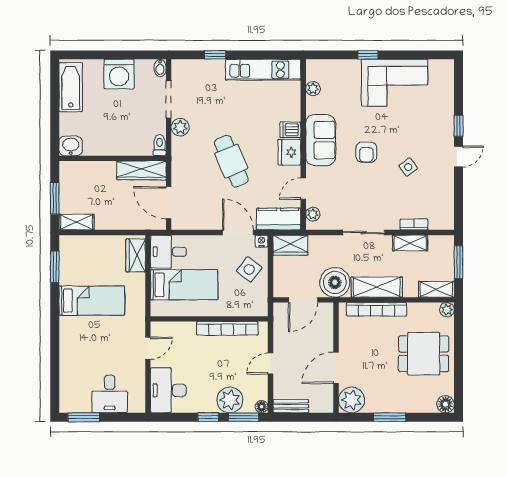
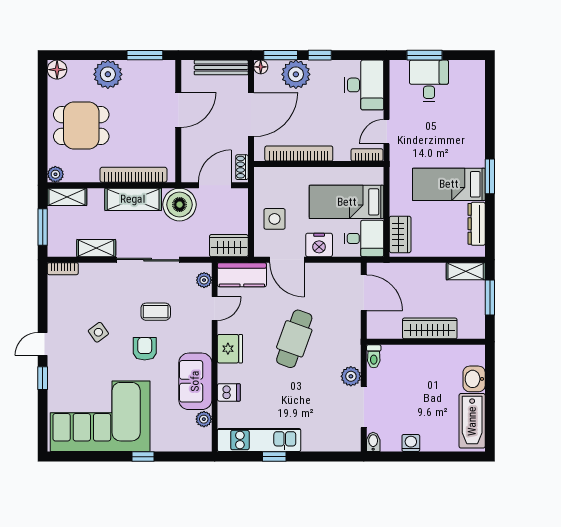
window: (215, 55) -> (274, 457), moved
washing machine: (119, 74) -> (411, 443), width x0.53, depth x0.53
corner sofa: (395, 83) -> (100, 416), width x1.36, depth x1.36
dishwasher: (290, 130) -> (229, 392), moved
sofa: (321, 140) -> (195, 381), moved
washbasin: (71, 146) -> (474, 379), moved, turned 90
cafe table: (231, 161) -> (294, 339), turned 43
wardrobe: (141, 170) -> (430, 328), moved
coffee table: (356, 186) -> (156, 312), added
bookcase: (414, 224) -> (63, 269), moved
sliding door: (364, 233) -> (148, 260), width x1.37
nightstand: (262, 241) -> (319, 245), moved, width x1.89, depth x1.79
dresser: (67, 265) -> (477, 224), added
window: (55, 267) -> (490, 176), moved
side table: (249, 269) -> (275, 219), turned -38
shoe rack: (279, 316) -> (242, 167), added
bookcase: (166, 327) -> (367, 155), added
door: (270, 364) -> (251, 115), width x1.87
plant: (351, 400) -> (108, 74), moved
bench: (291, 406) -> (221, 67), width x1.36
window: (84, 417) -> (425, 55), moved
window: (390, 417) -> (145, 55), moved

